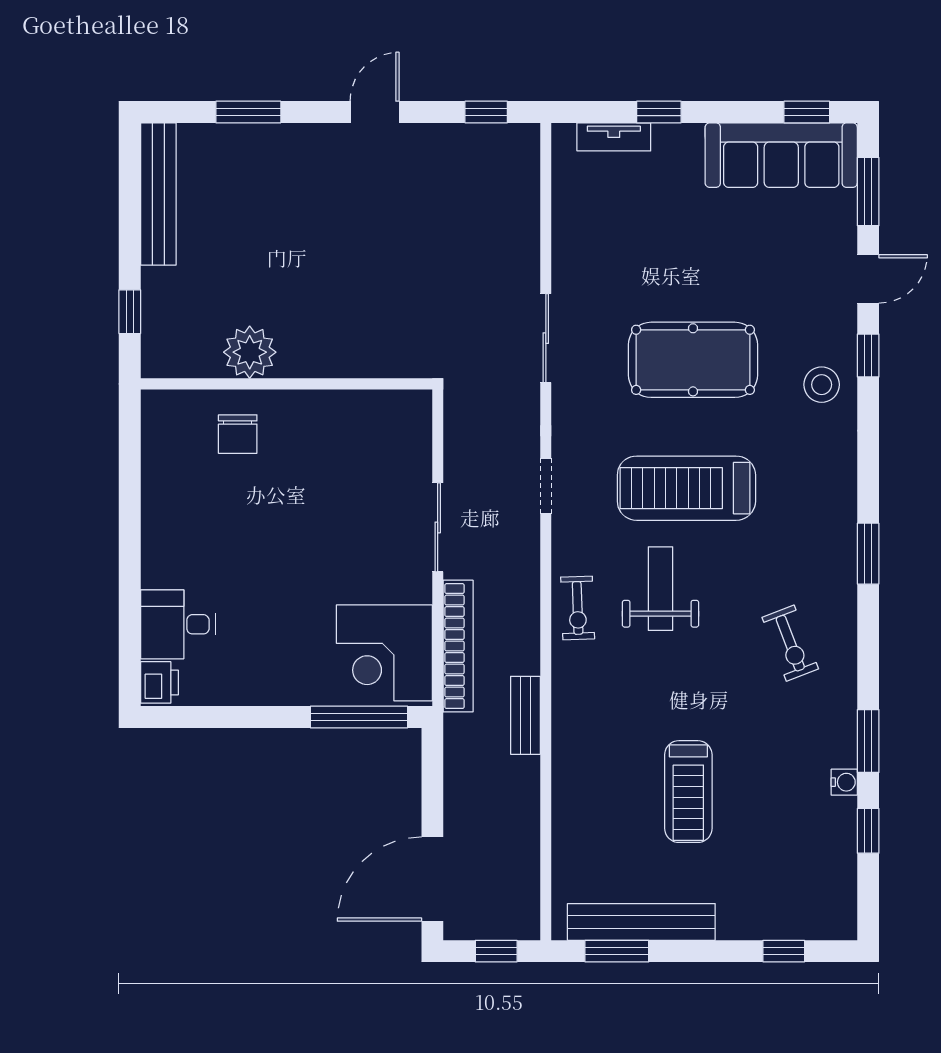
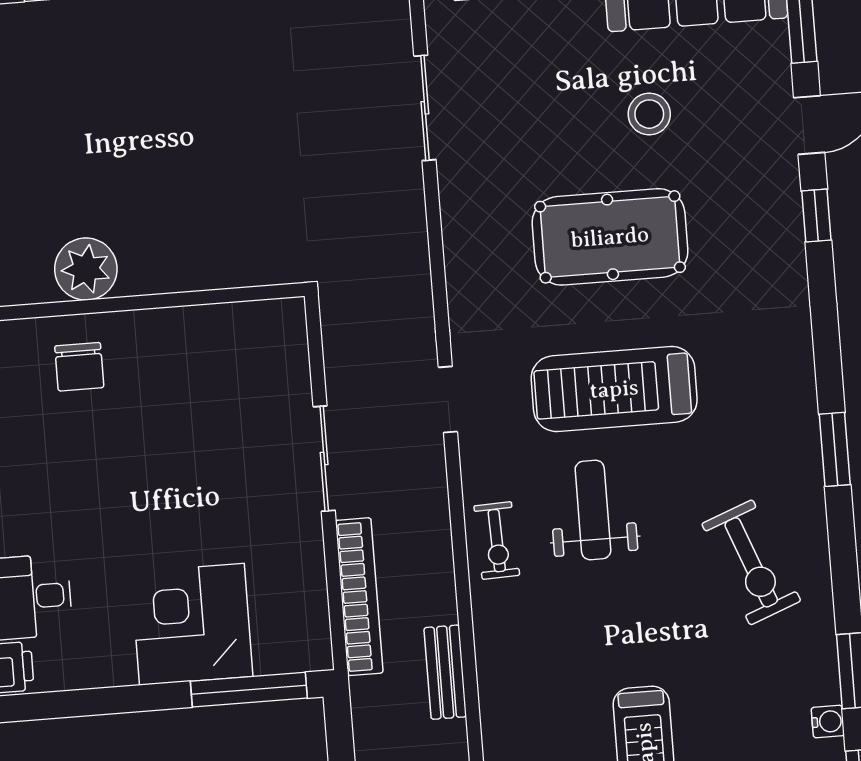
sliding door: (546, 338) -> (425, 108), moved
stool: (822, 385) -> (649, 114), moved
exercise bike: (790, 643) -> (751, 562), width x1.38, depth x1.39
corner desk: (384, 653) -> (192, 624), moved, turned 90

